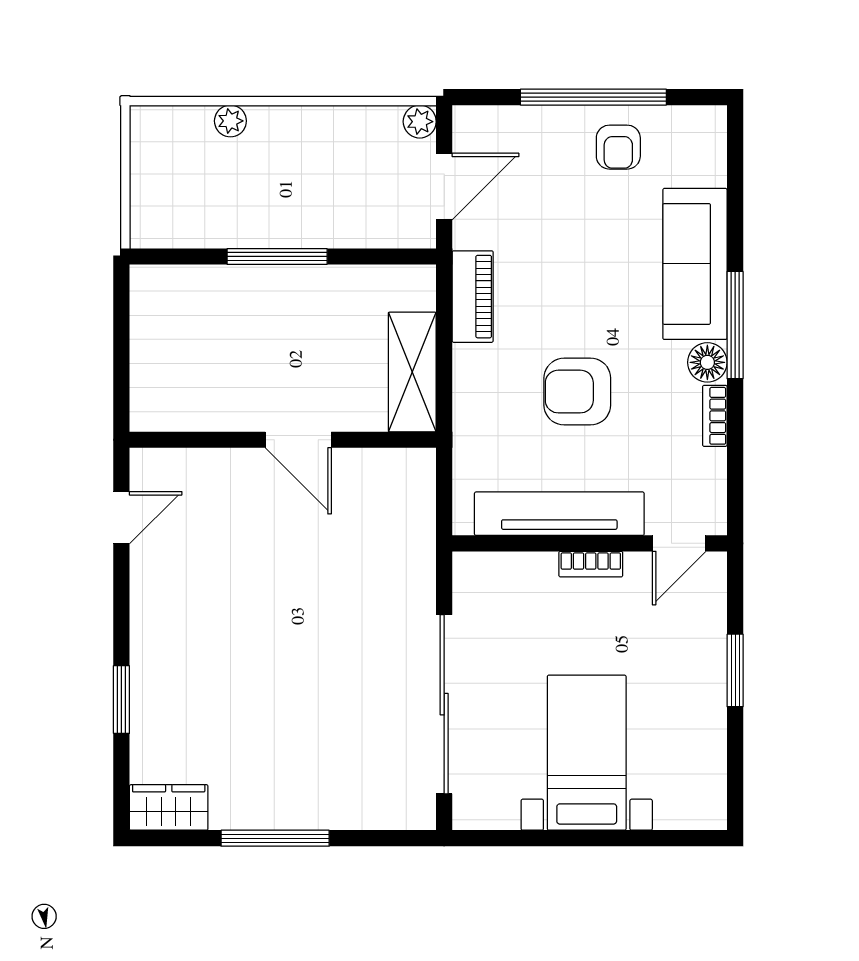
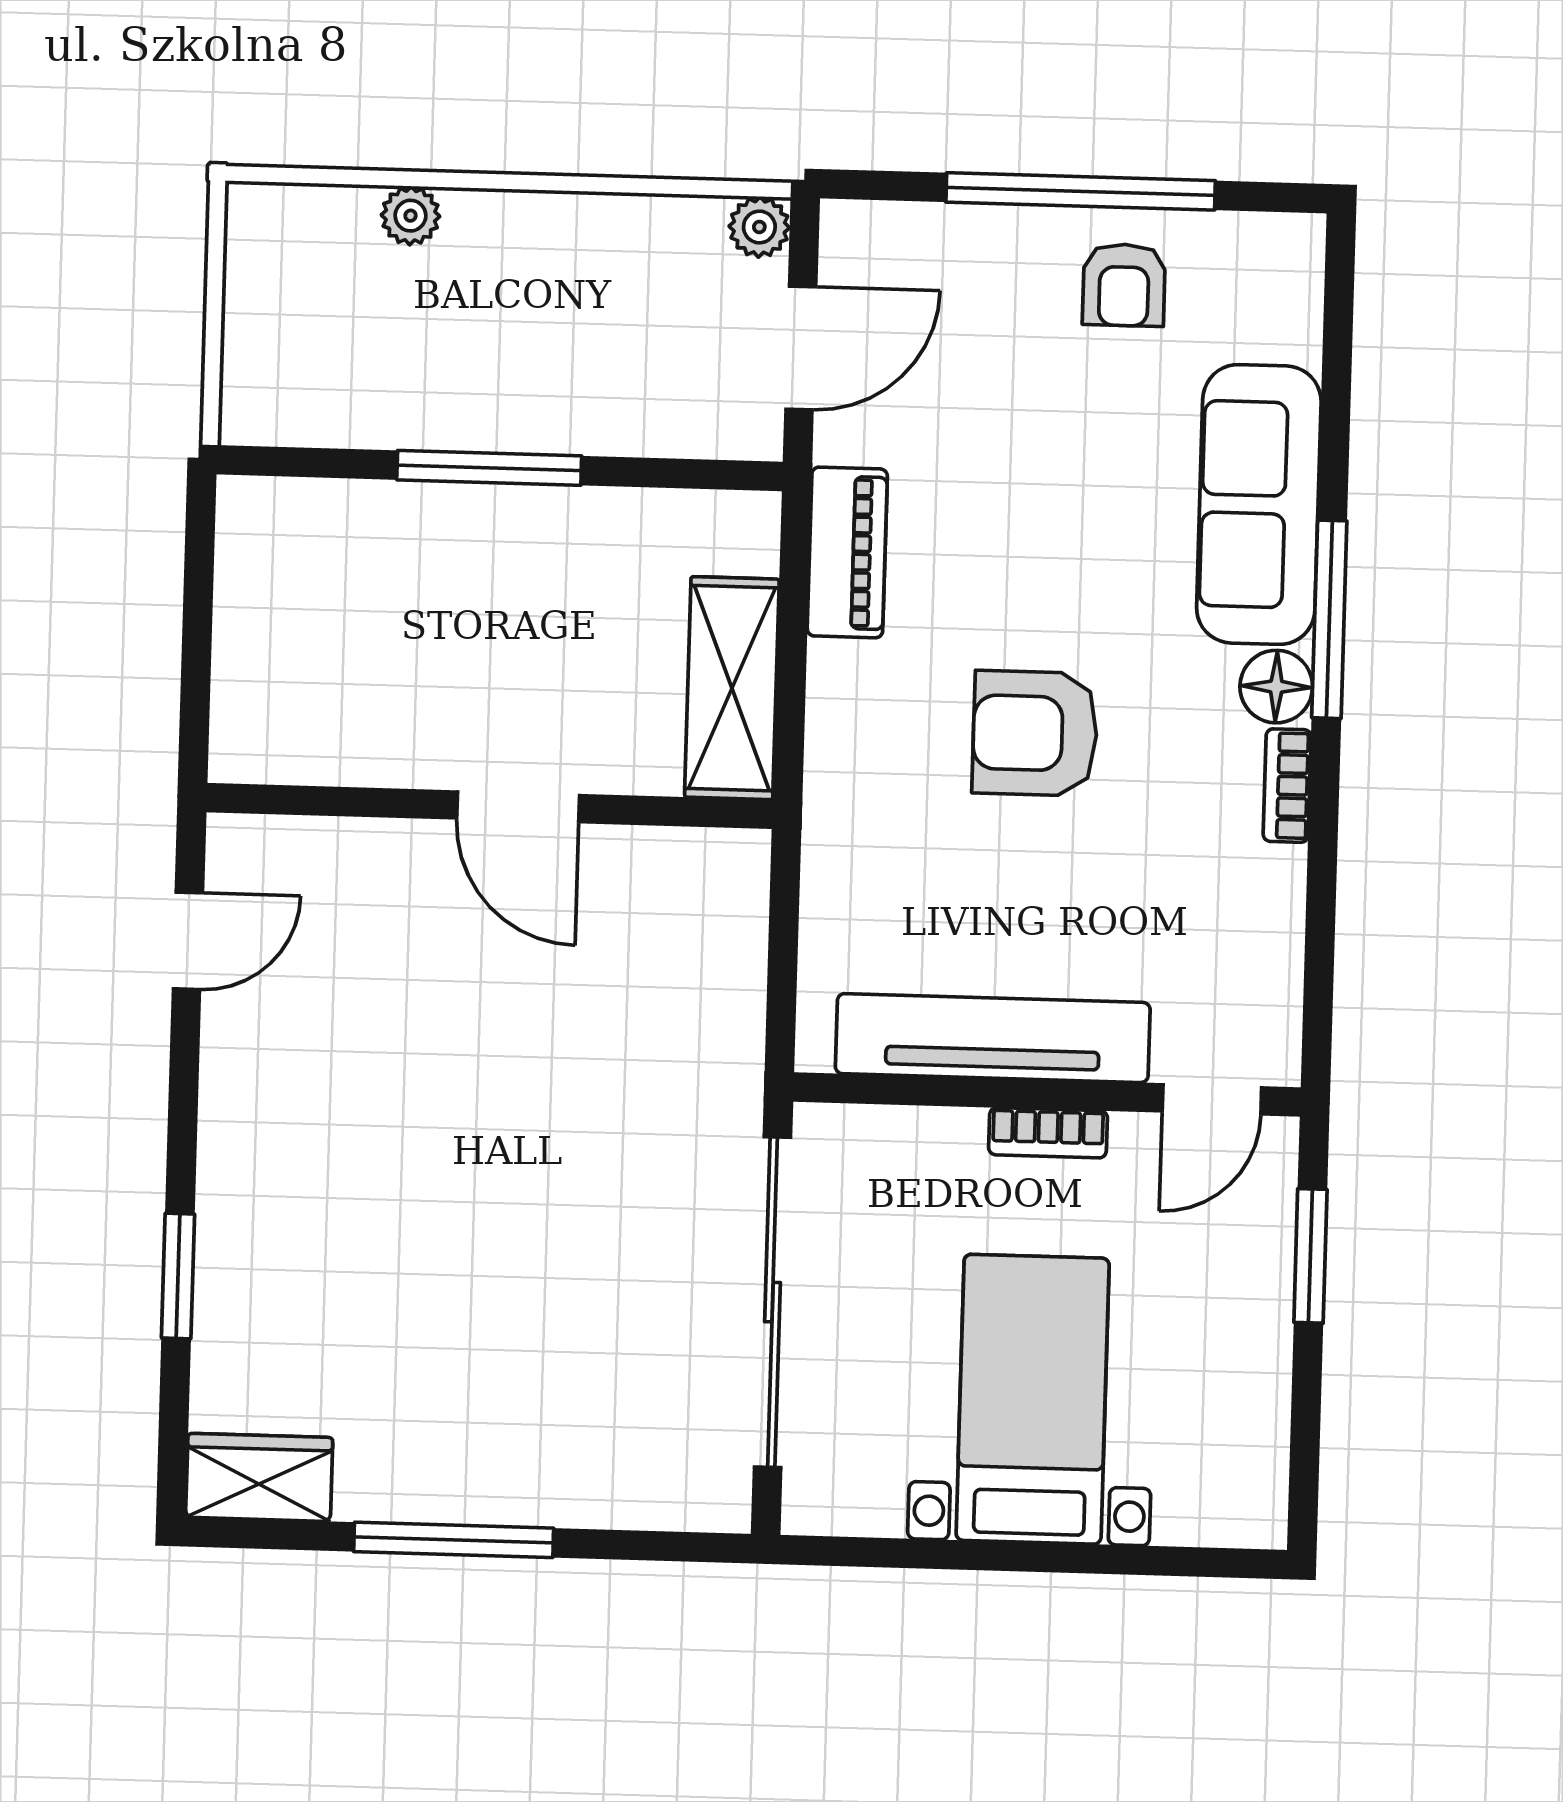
tv unit: (559, 514) -> (993, 1038), moved
wall: (590, 543) -> (1047, 1094), moved
door: (679, 543) -> (1212, 1099), moved
bookcase: (591, 564) -> (1048, 1133), moved

